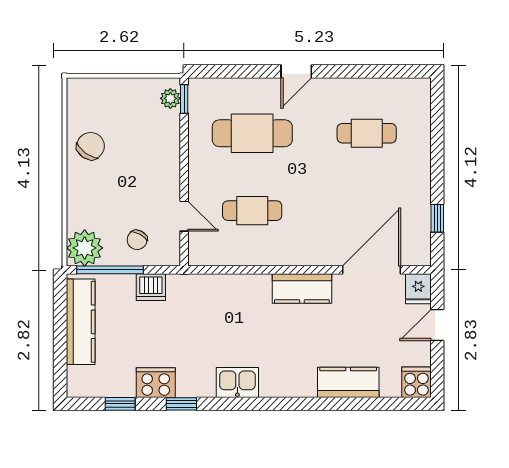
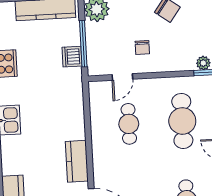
chair: (137, 240) -> (142, 47), moved, turned -119
window: (110, 270) -> (83, 44), moved

